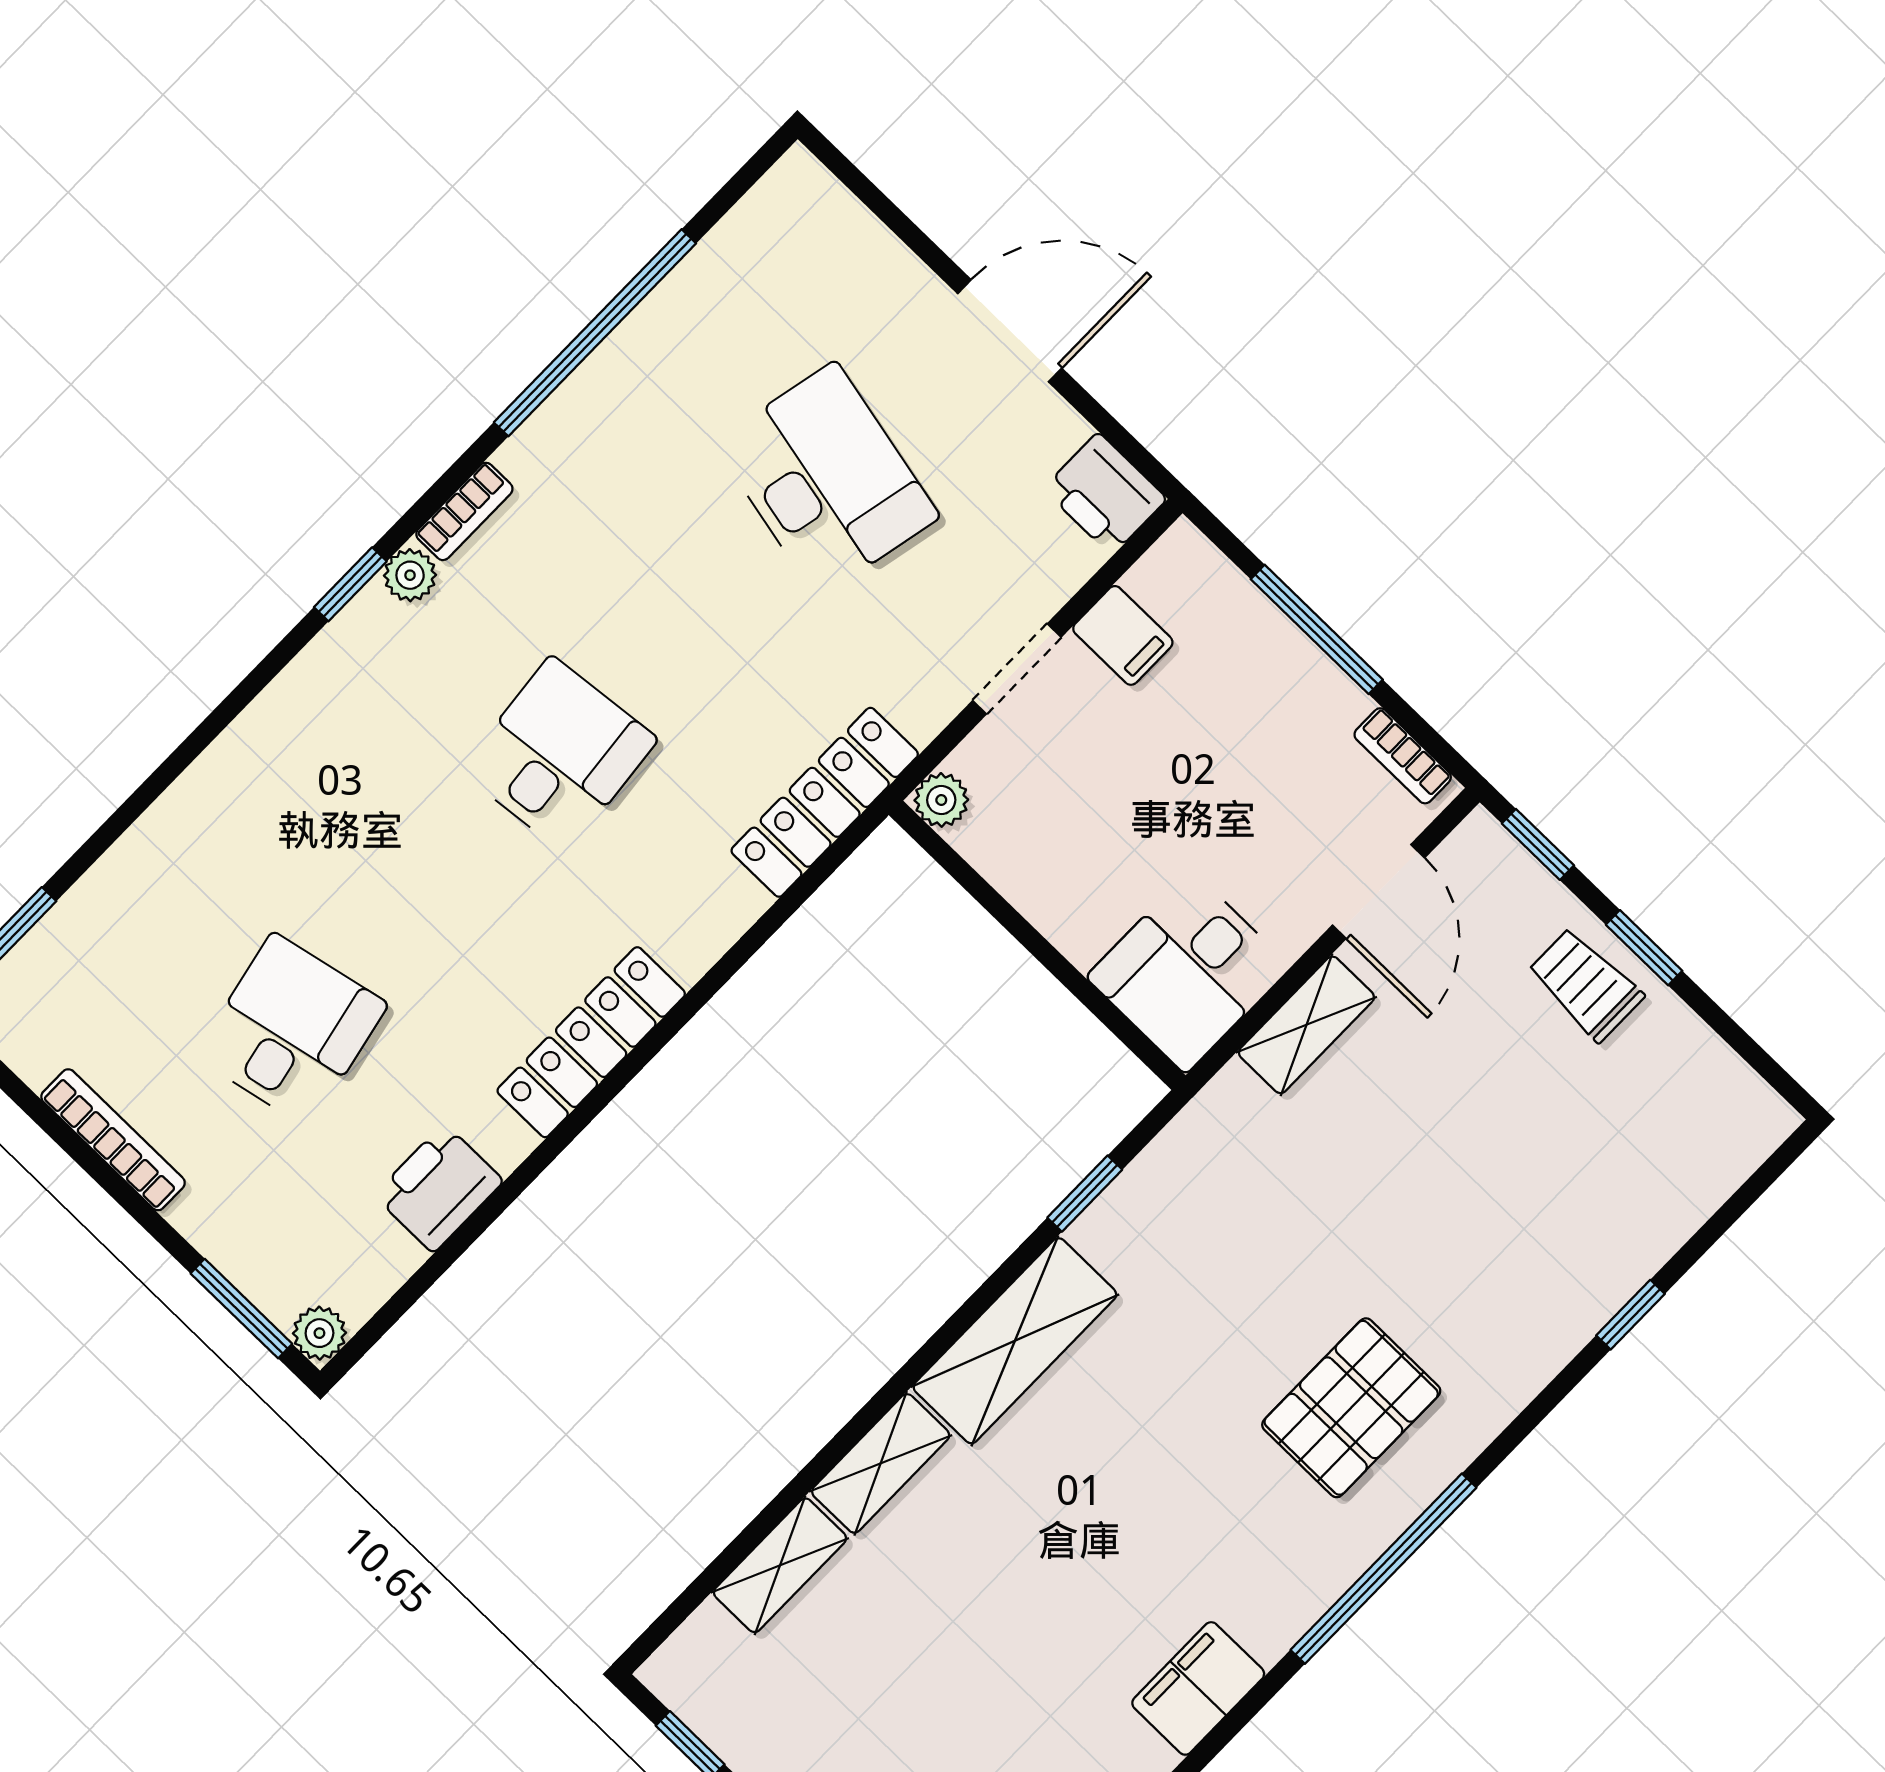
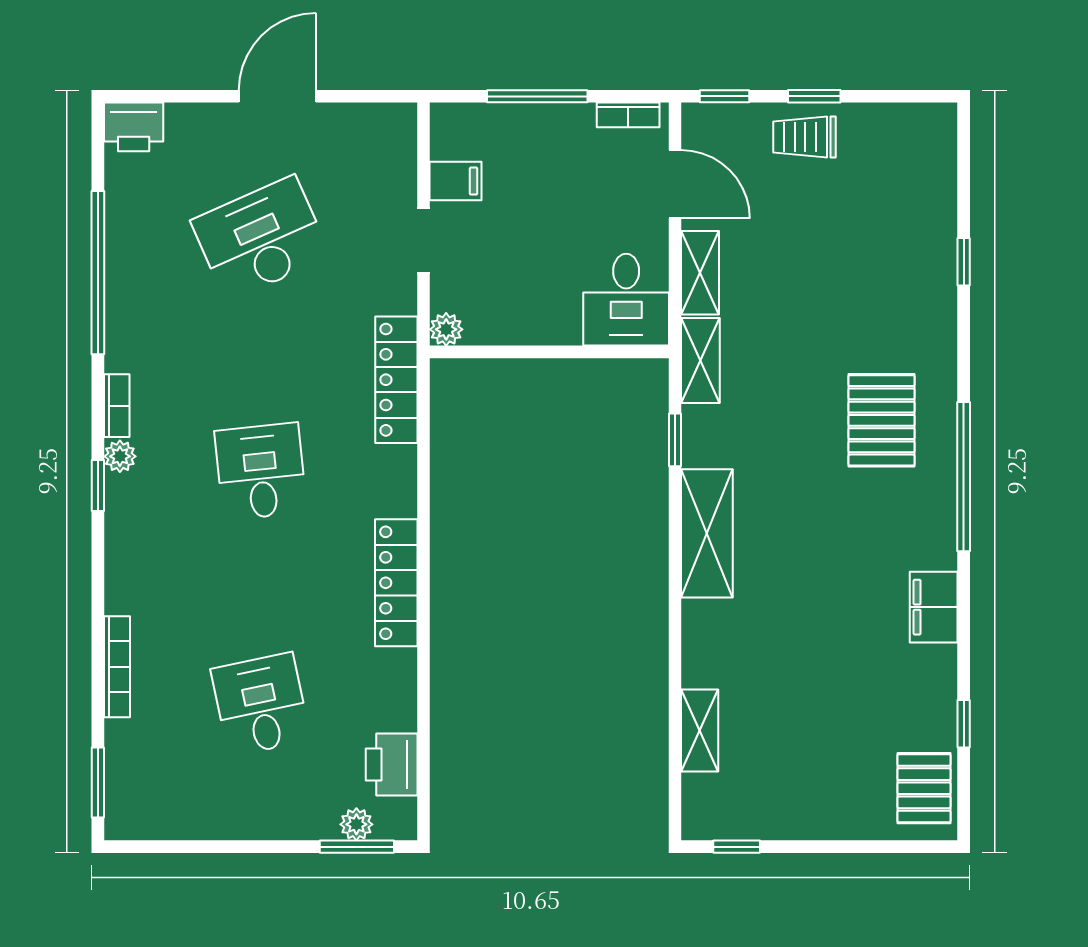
desk: (827, 480) -> (261, 238), turned -36
printer: (1105, 494) -> (134, 127), moved
bookcase: (113, 1140) -> (117, 667), moved, turned 90
printer: (439, 1188) -> (392, 765), moved
plant: (319, 1333) -> (356, 824), moved
shelving: (881, 1463) -> (700, 361), moved

